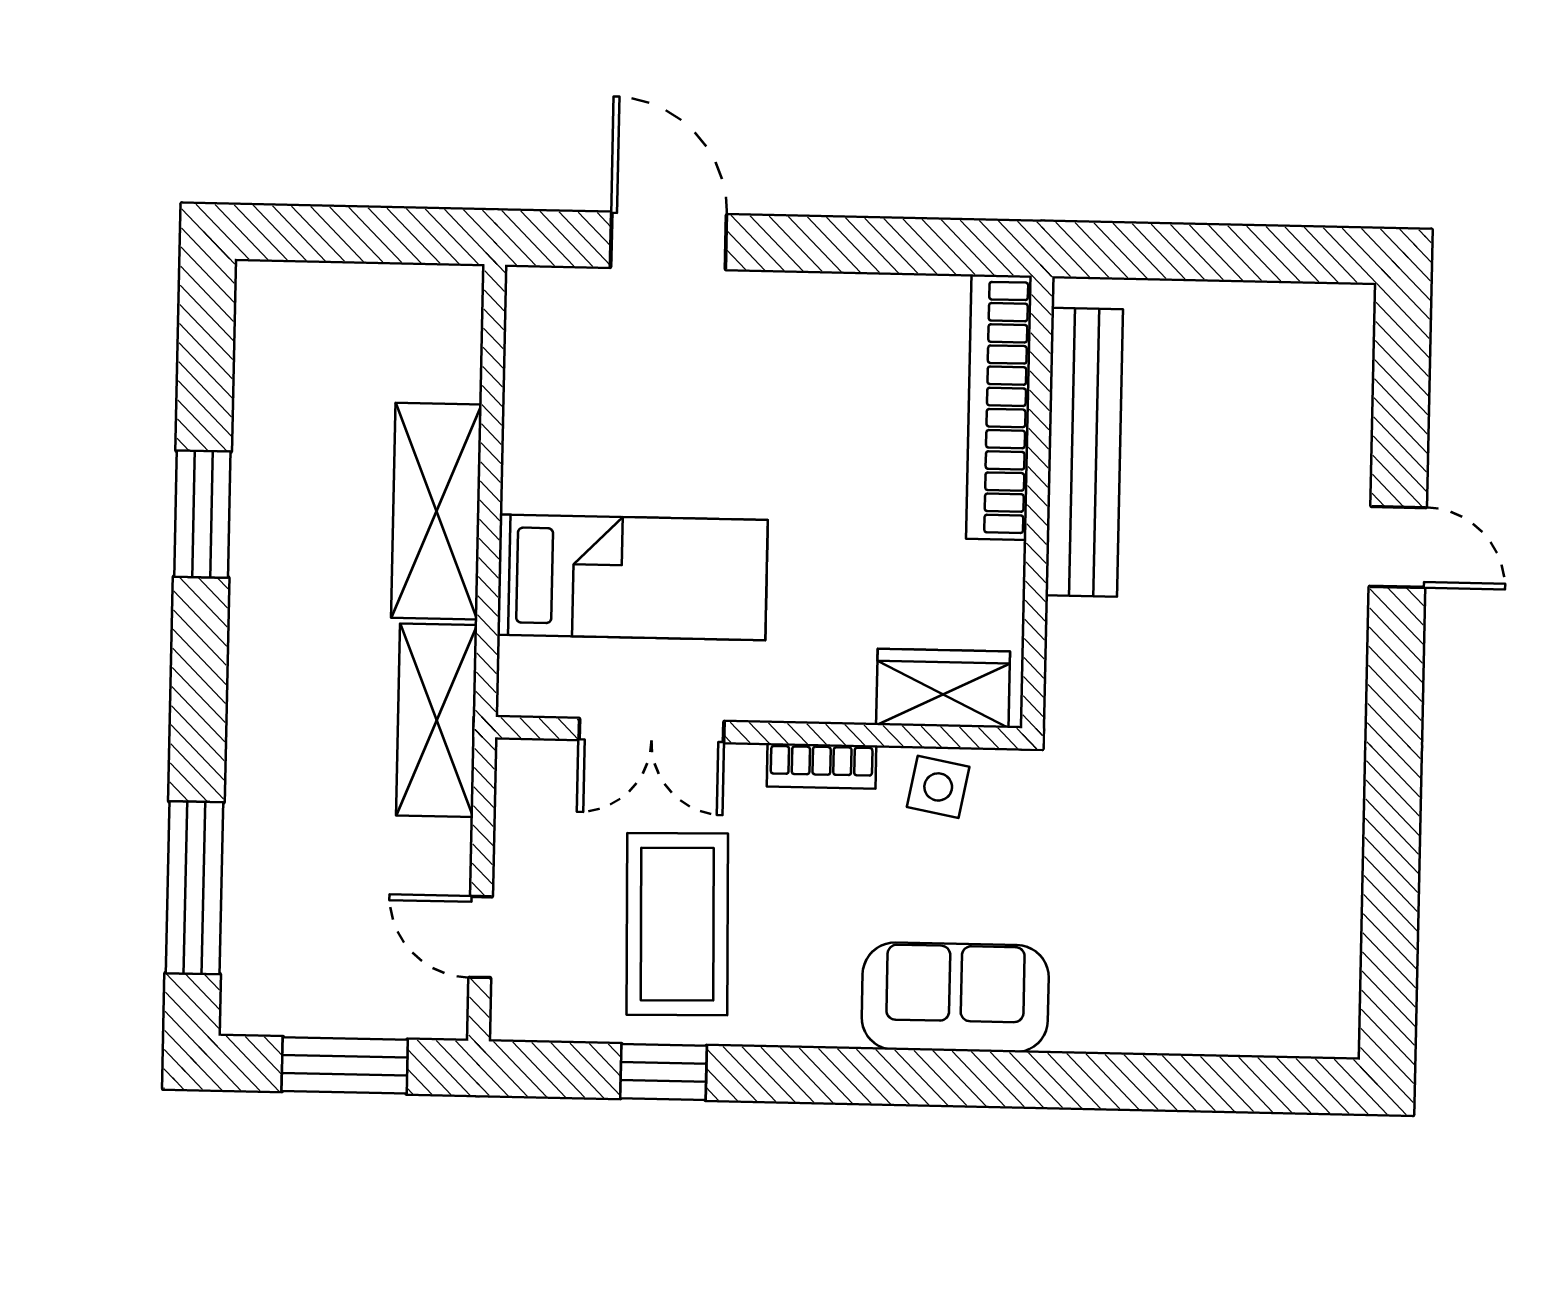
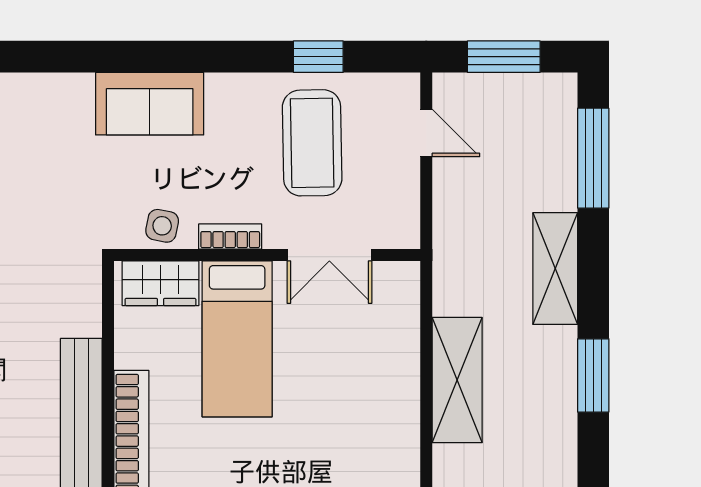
bed: (632, 577) -> (237, 339), moved, turned -90
shelving: (437, 720) -> (555, 269), moved
double door: (651, 731) -> (329, 255), swing flipped

